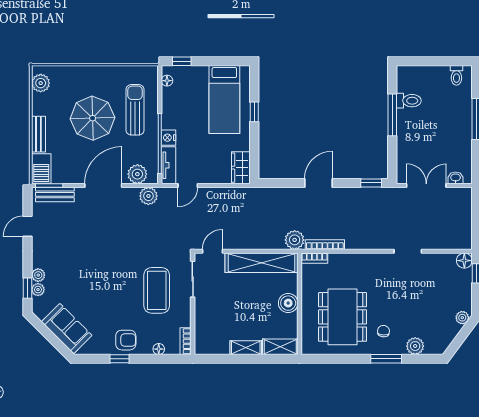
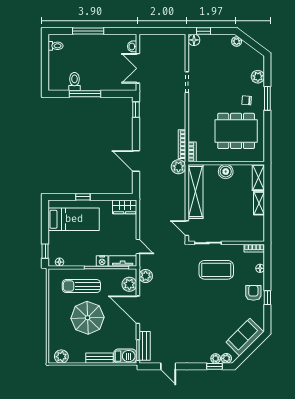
door: (318, 183) -> (136, 161), moved
plant: (38, 275) -> (226, 358), moved

